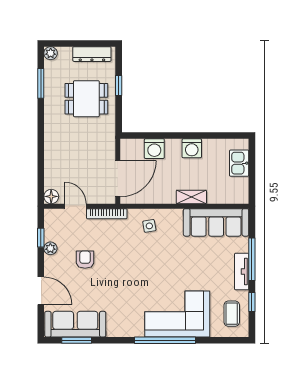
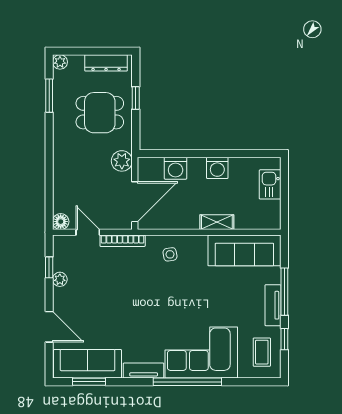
plant: (106, 142) -> (122, 161), added
armchair: (85, 260) -> (98, 292), removed
tv unit: (126, 330) -> (144, 371), added

